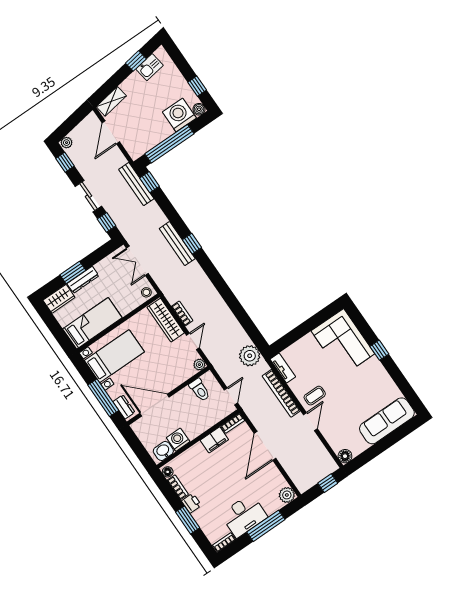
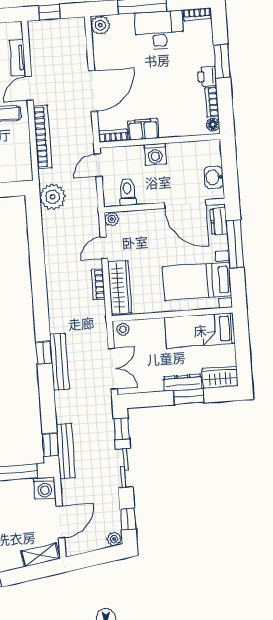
washing machine: (136, 150) -> (45, 488), added
tv unit: (283, 368) -> (18, 58), moved
washing machine: (178, 440) -> (155, 154), moved
washbasin: (163, 451) -> (214, 177), moved, turned 90
floor lamp: (345, 456) -> (14, 30), removed

